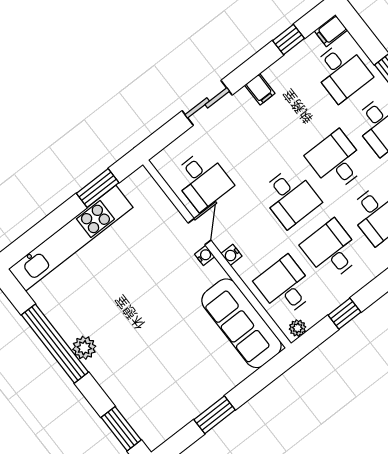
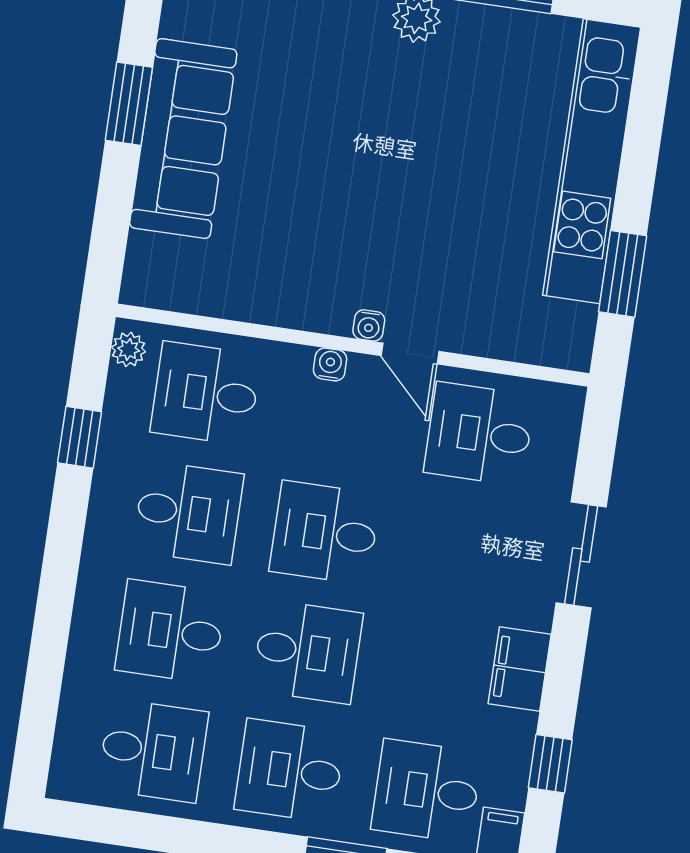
filing cabinet: (260, 89) -> (520, 669), width x2.00
desk: (285, 286) -> (206, 394), turned 180
sofa: (241, 323) -> (183, 139), moved, turned 90

